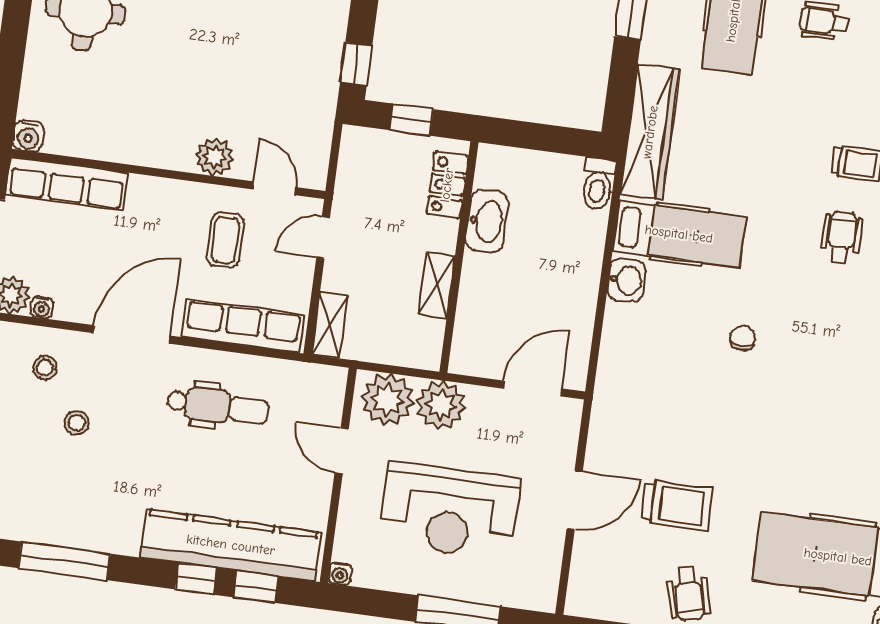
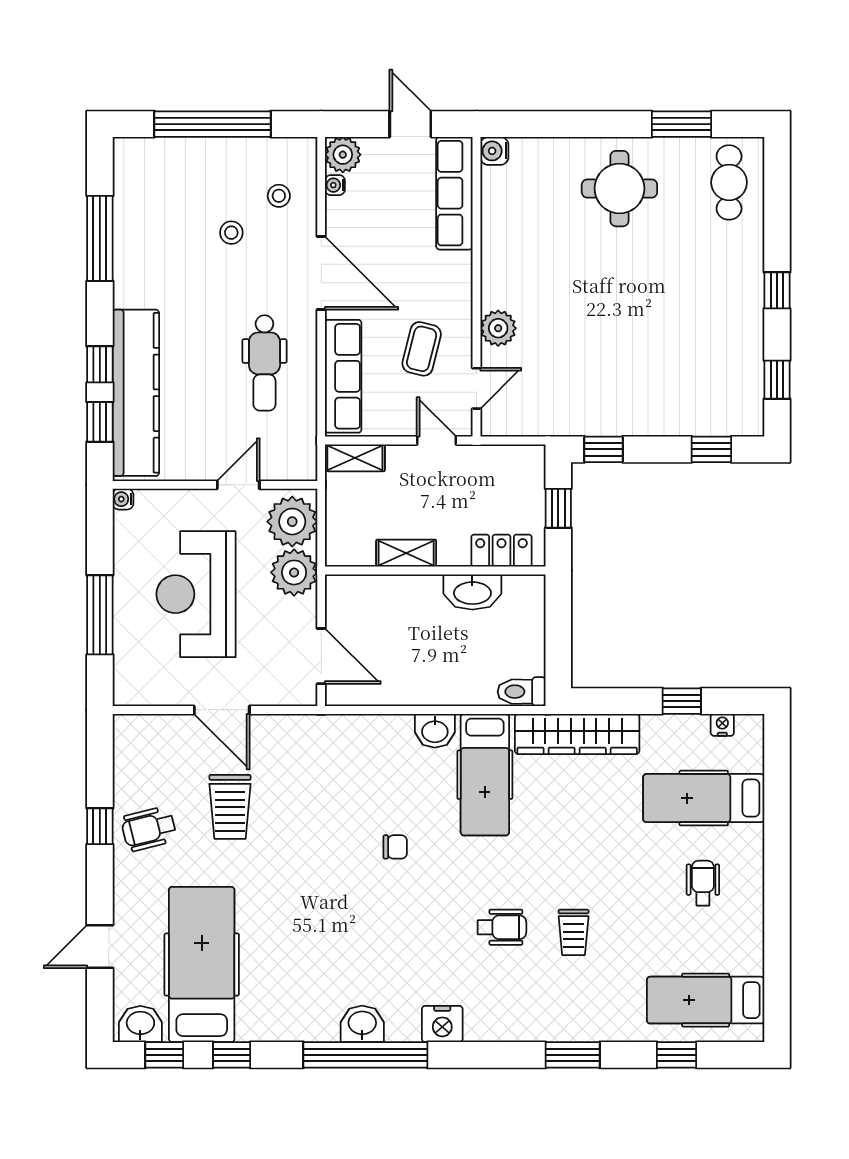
coffee table: (225, 240) -> (422, 349), turned -76

